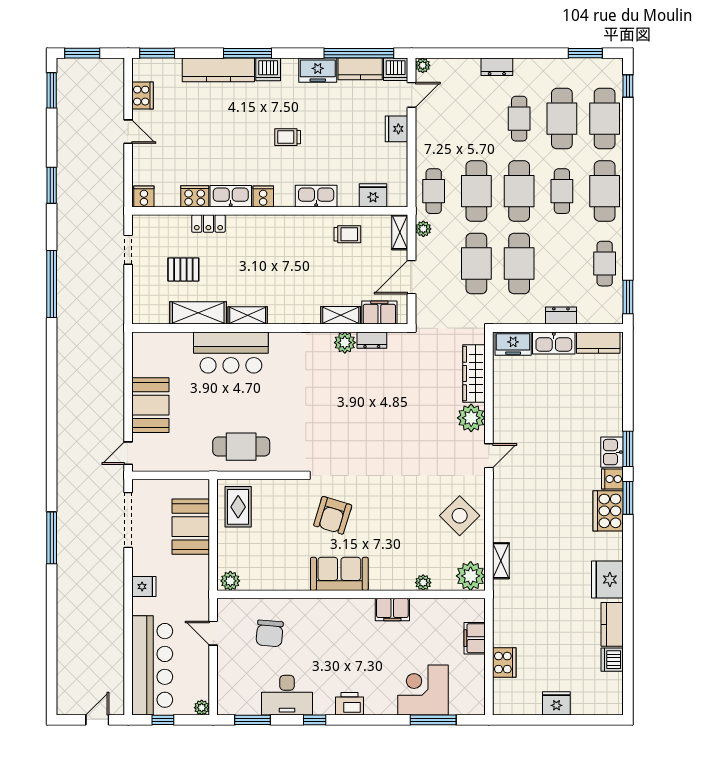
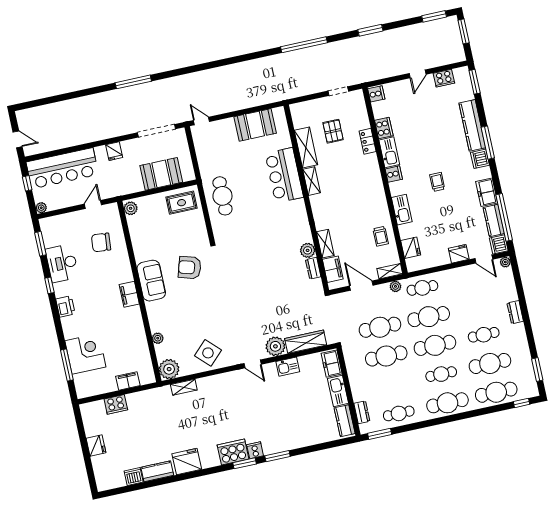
dresser: (561, 316) -> (362, 412), moved
booth: (150, 405) -> (255, 125), moved
kitchen sink: (612, 452) -> (288, 367), moved, turned 180
filing cabinet: (392, 609) -> (129, 294), moved

